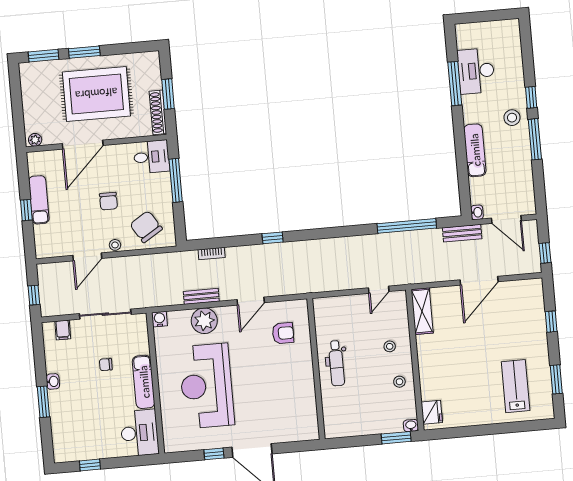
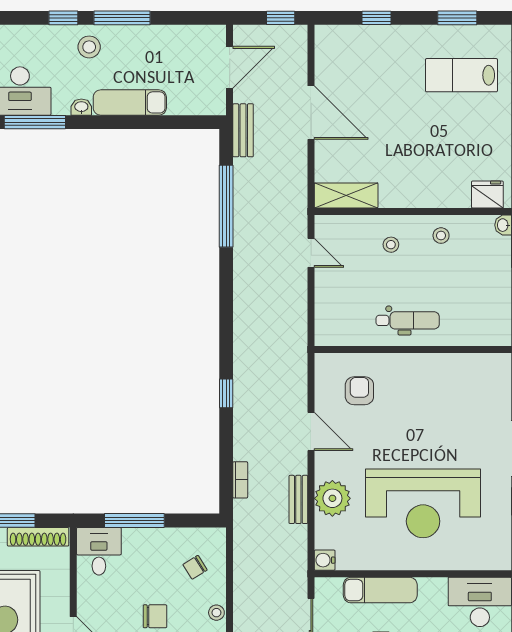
washbasin: (477, 212) -> (81, 107), moved
chair: (146, 227) -> (195, 567), width x0.54, depth x0.54
exam couch: (144, 382) -> (380, 590), moved

